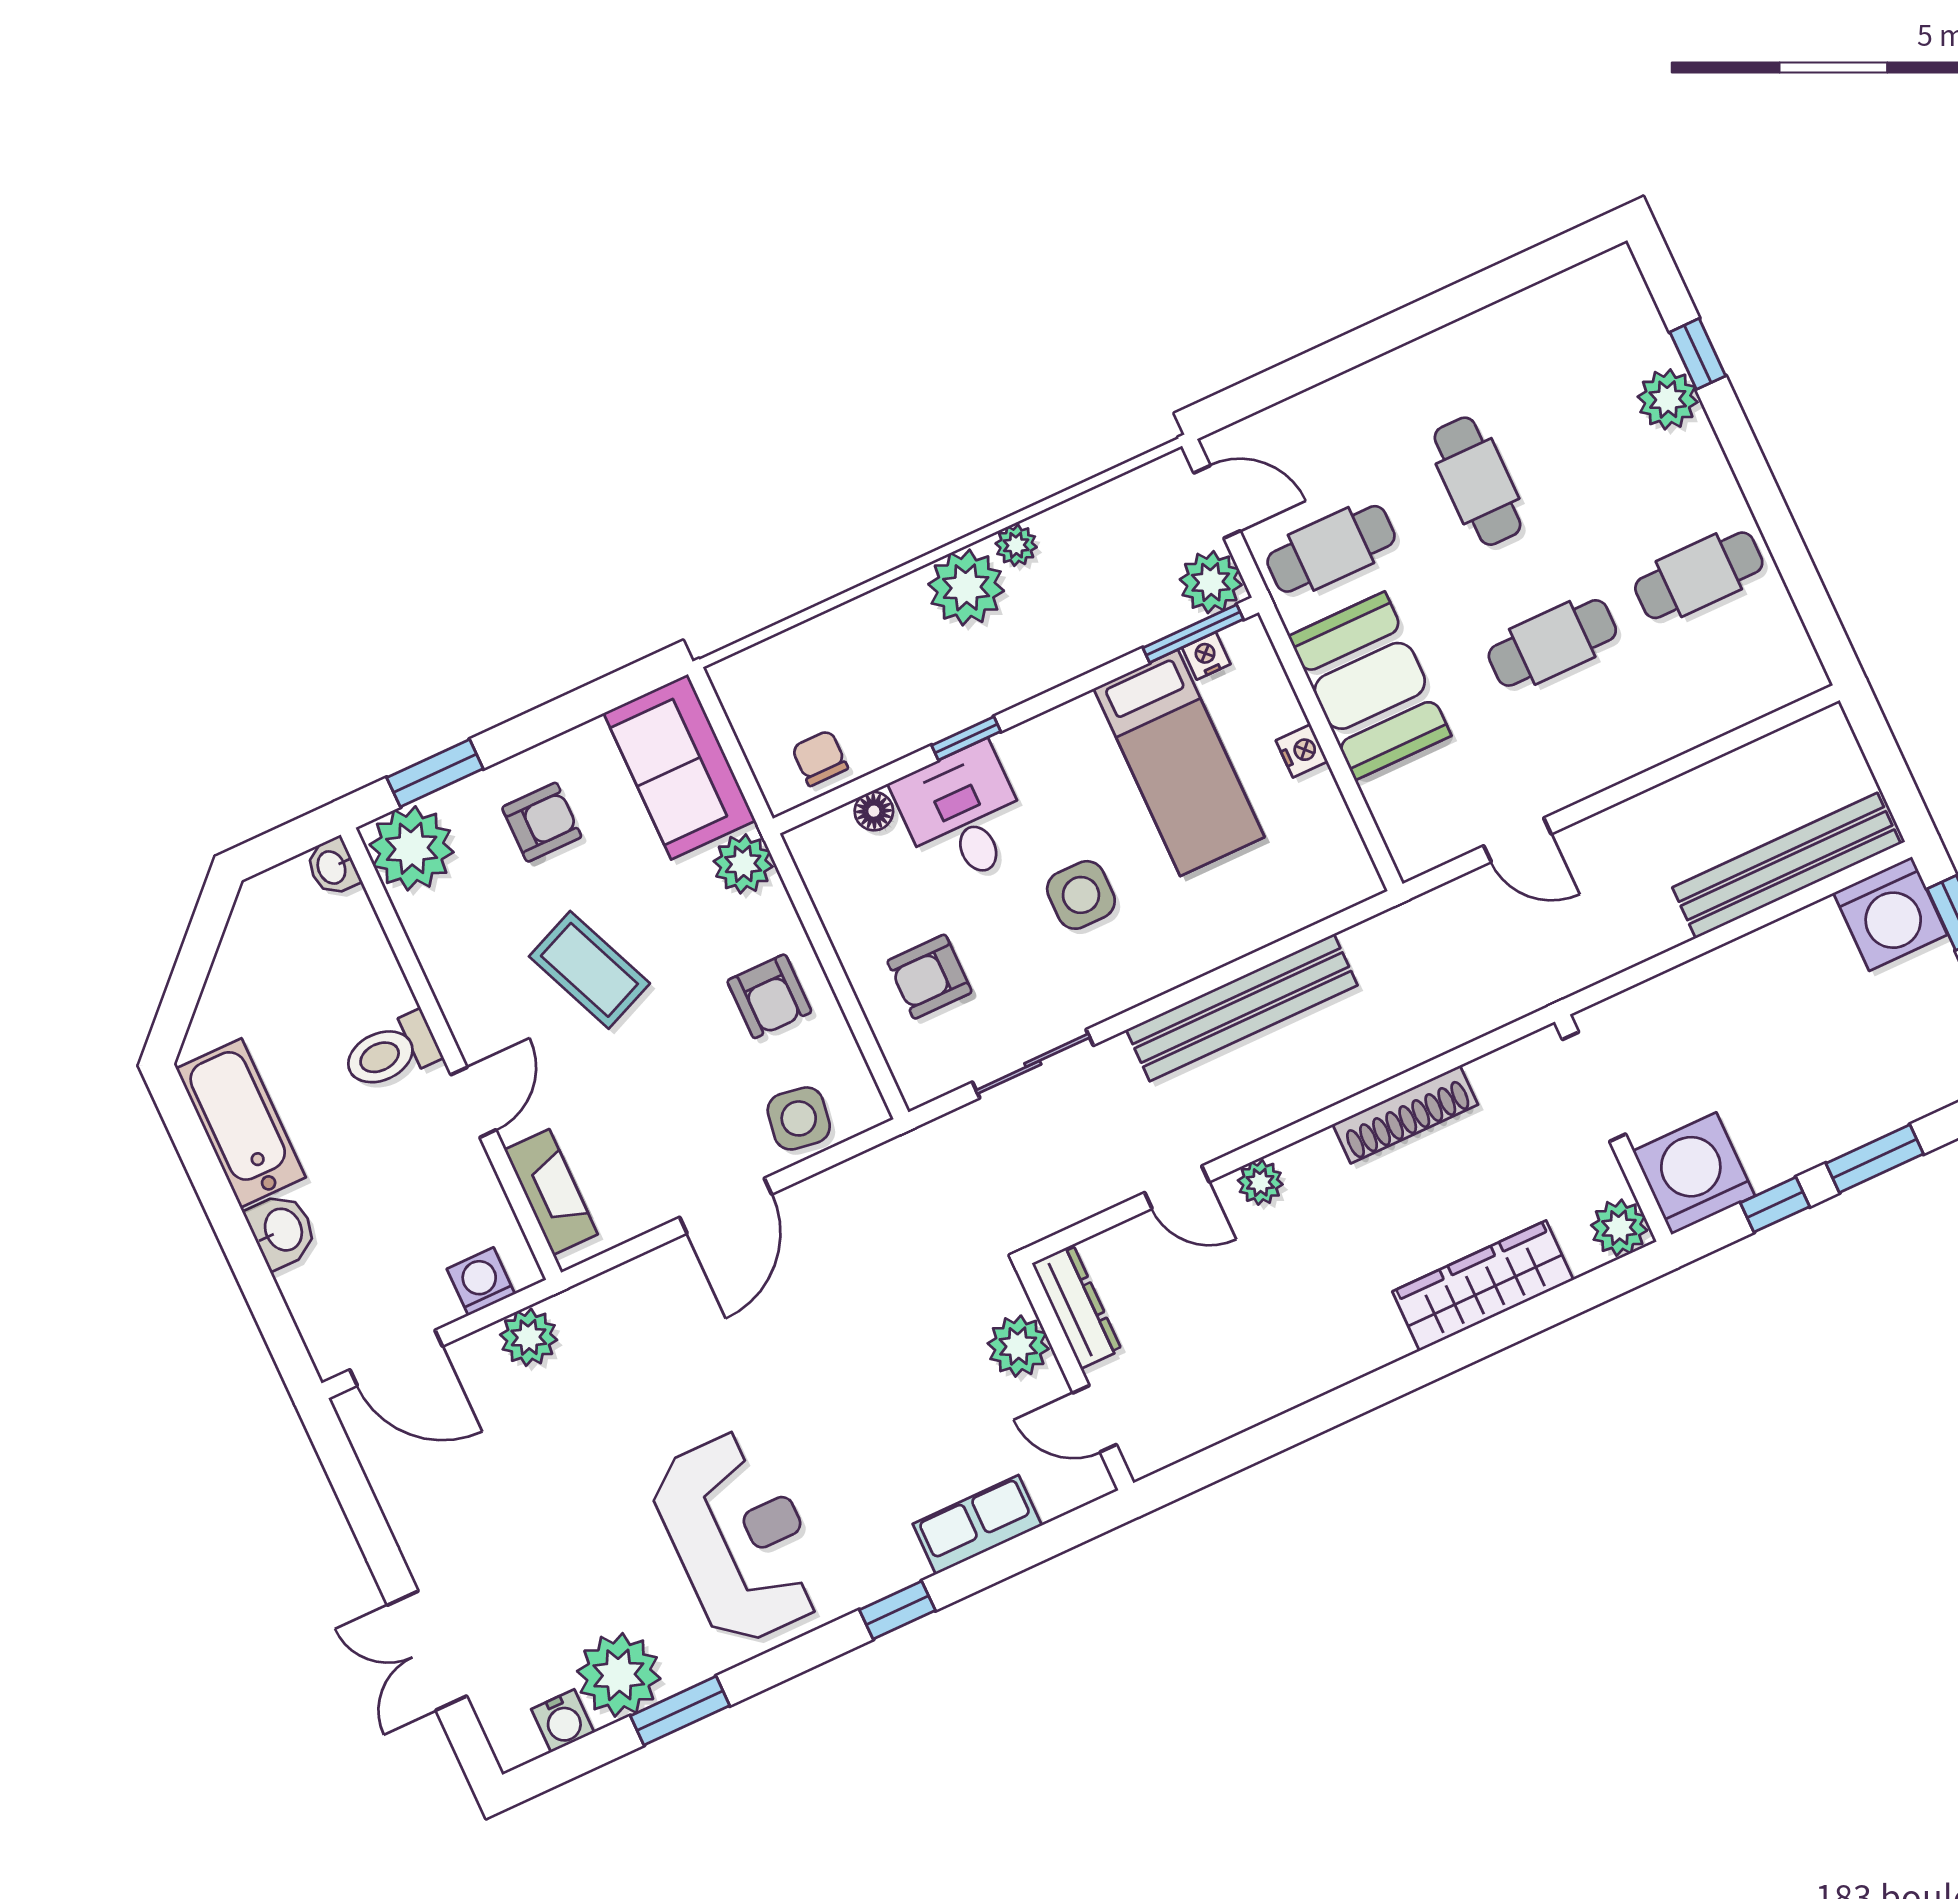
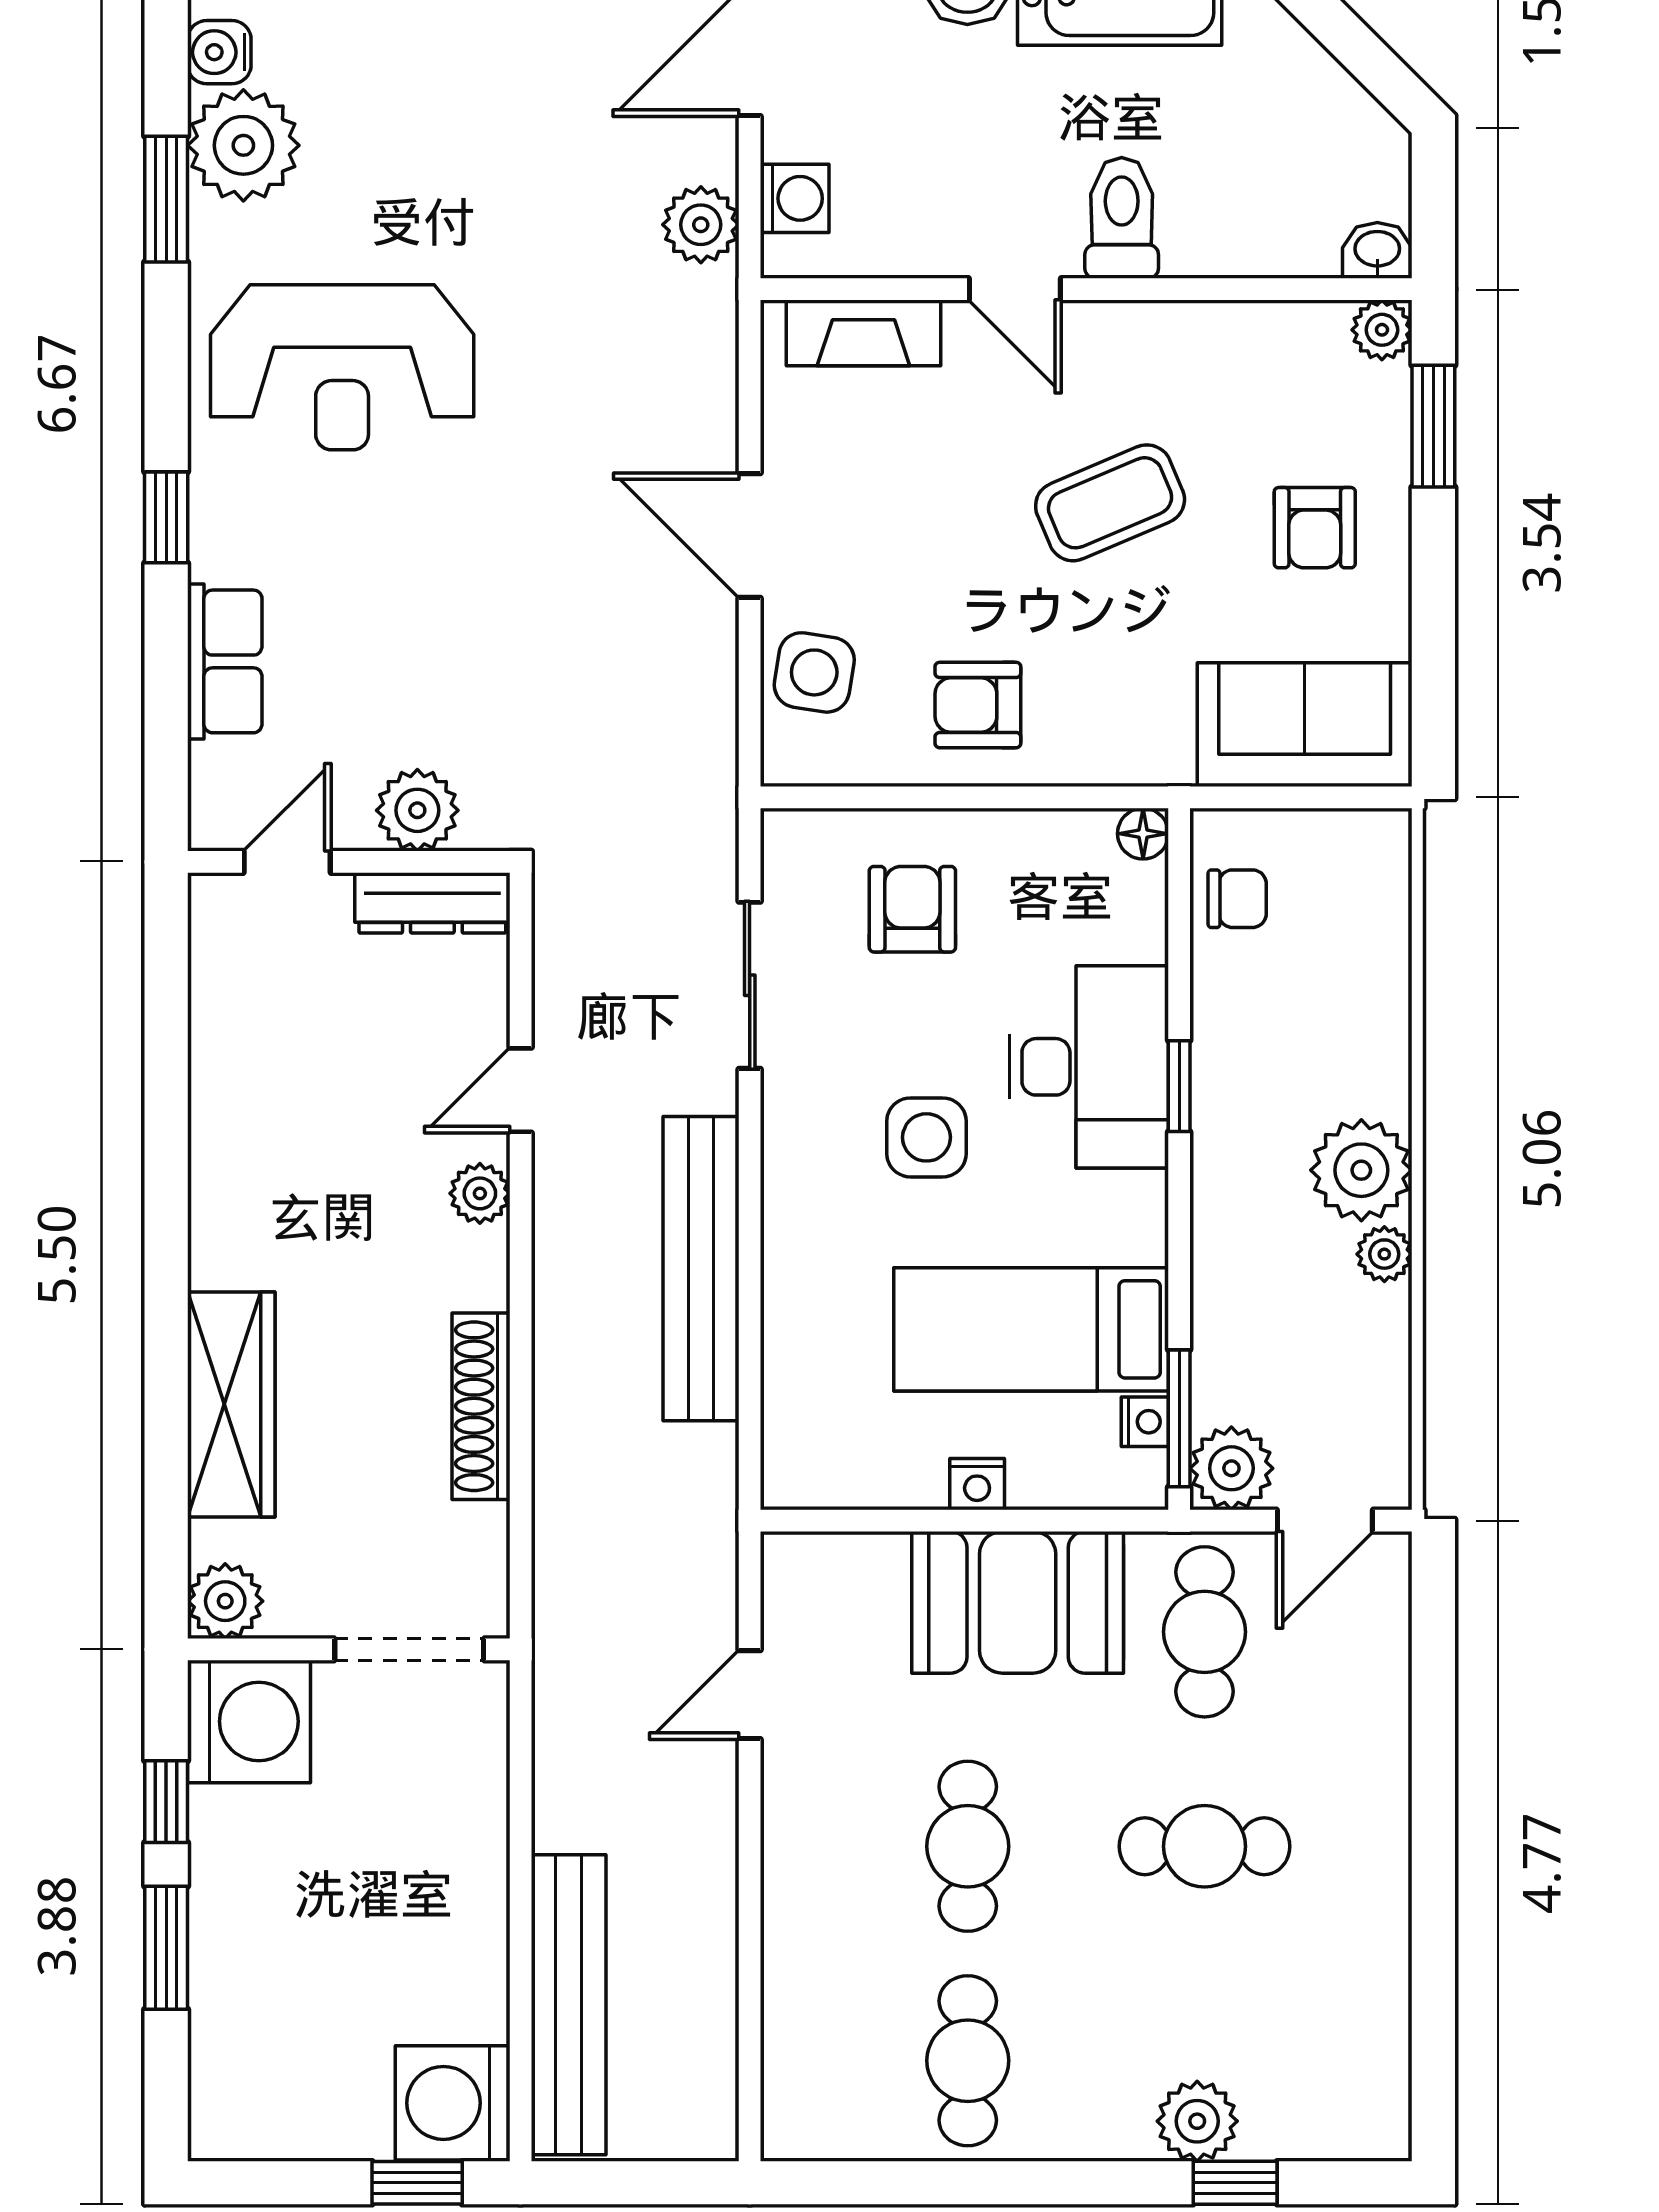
floor lamp: (874, 811) -> (1143, 834), moved
desk: (963, 815) -> (1089, 1067), width x1.37
plant: (412, 848) -> (1382, 330), width x0.53, depth x0.53
plant: (743, 864) -> (1152, 747), removed

